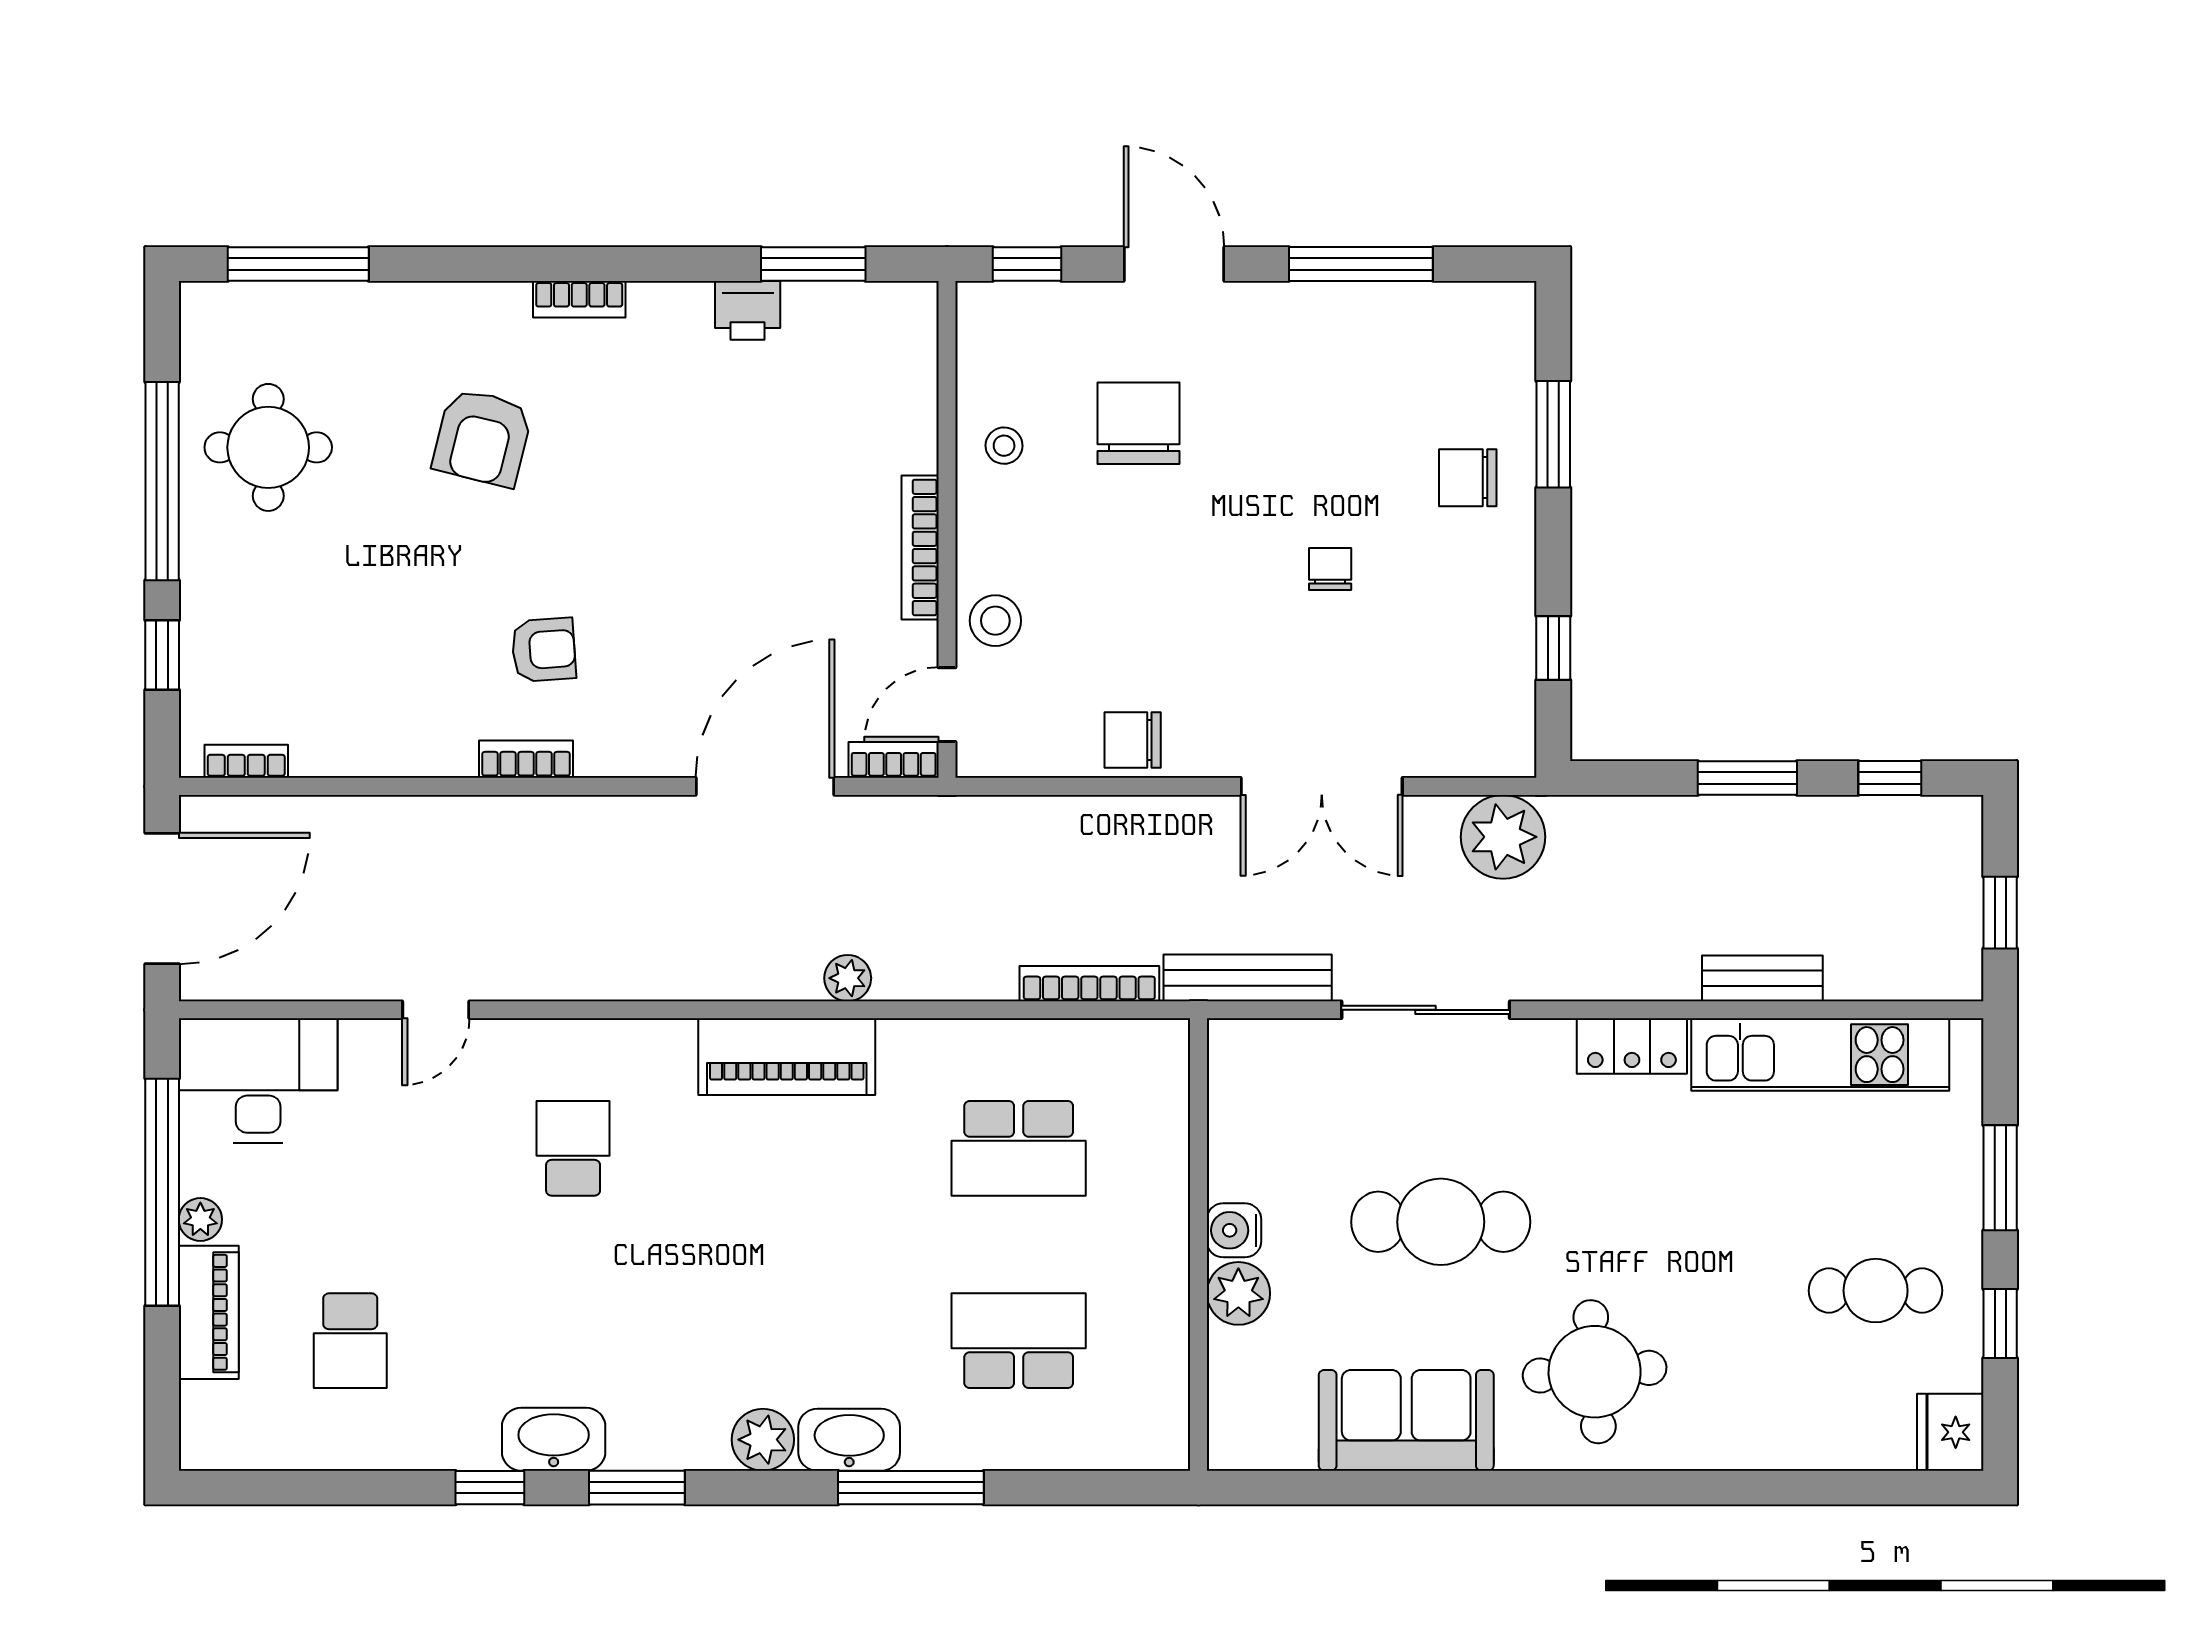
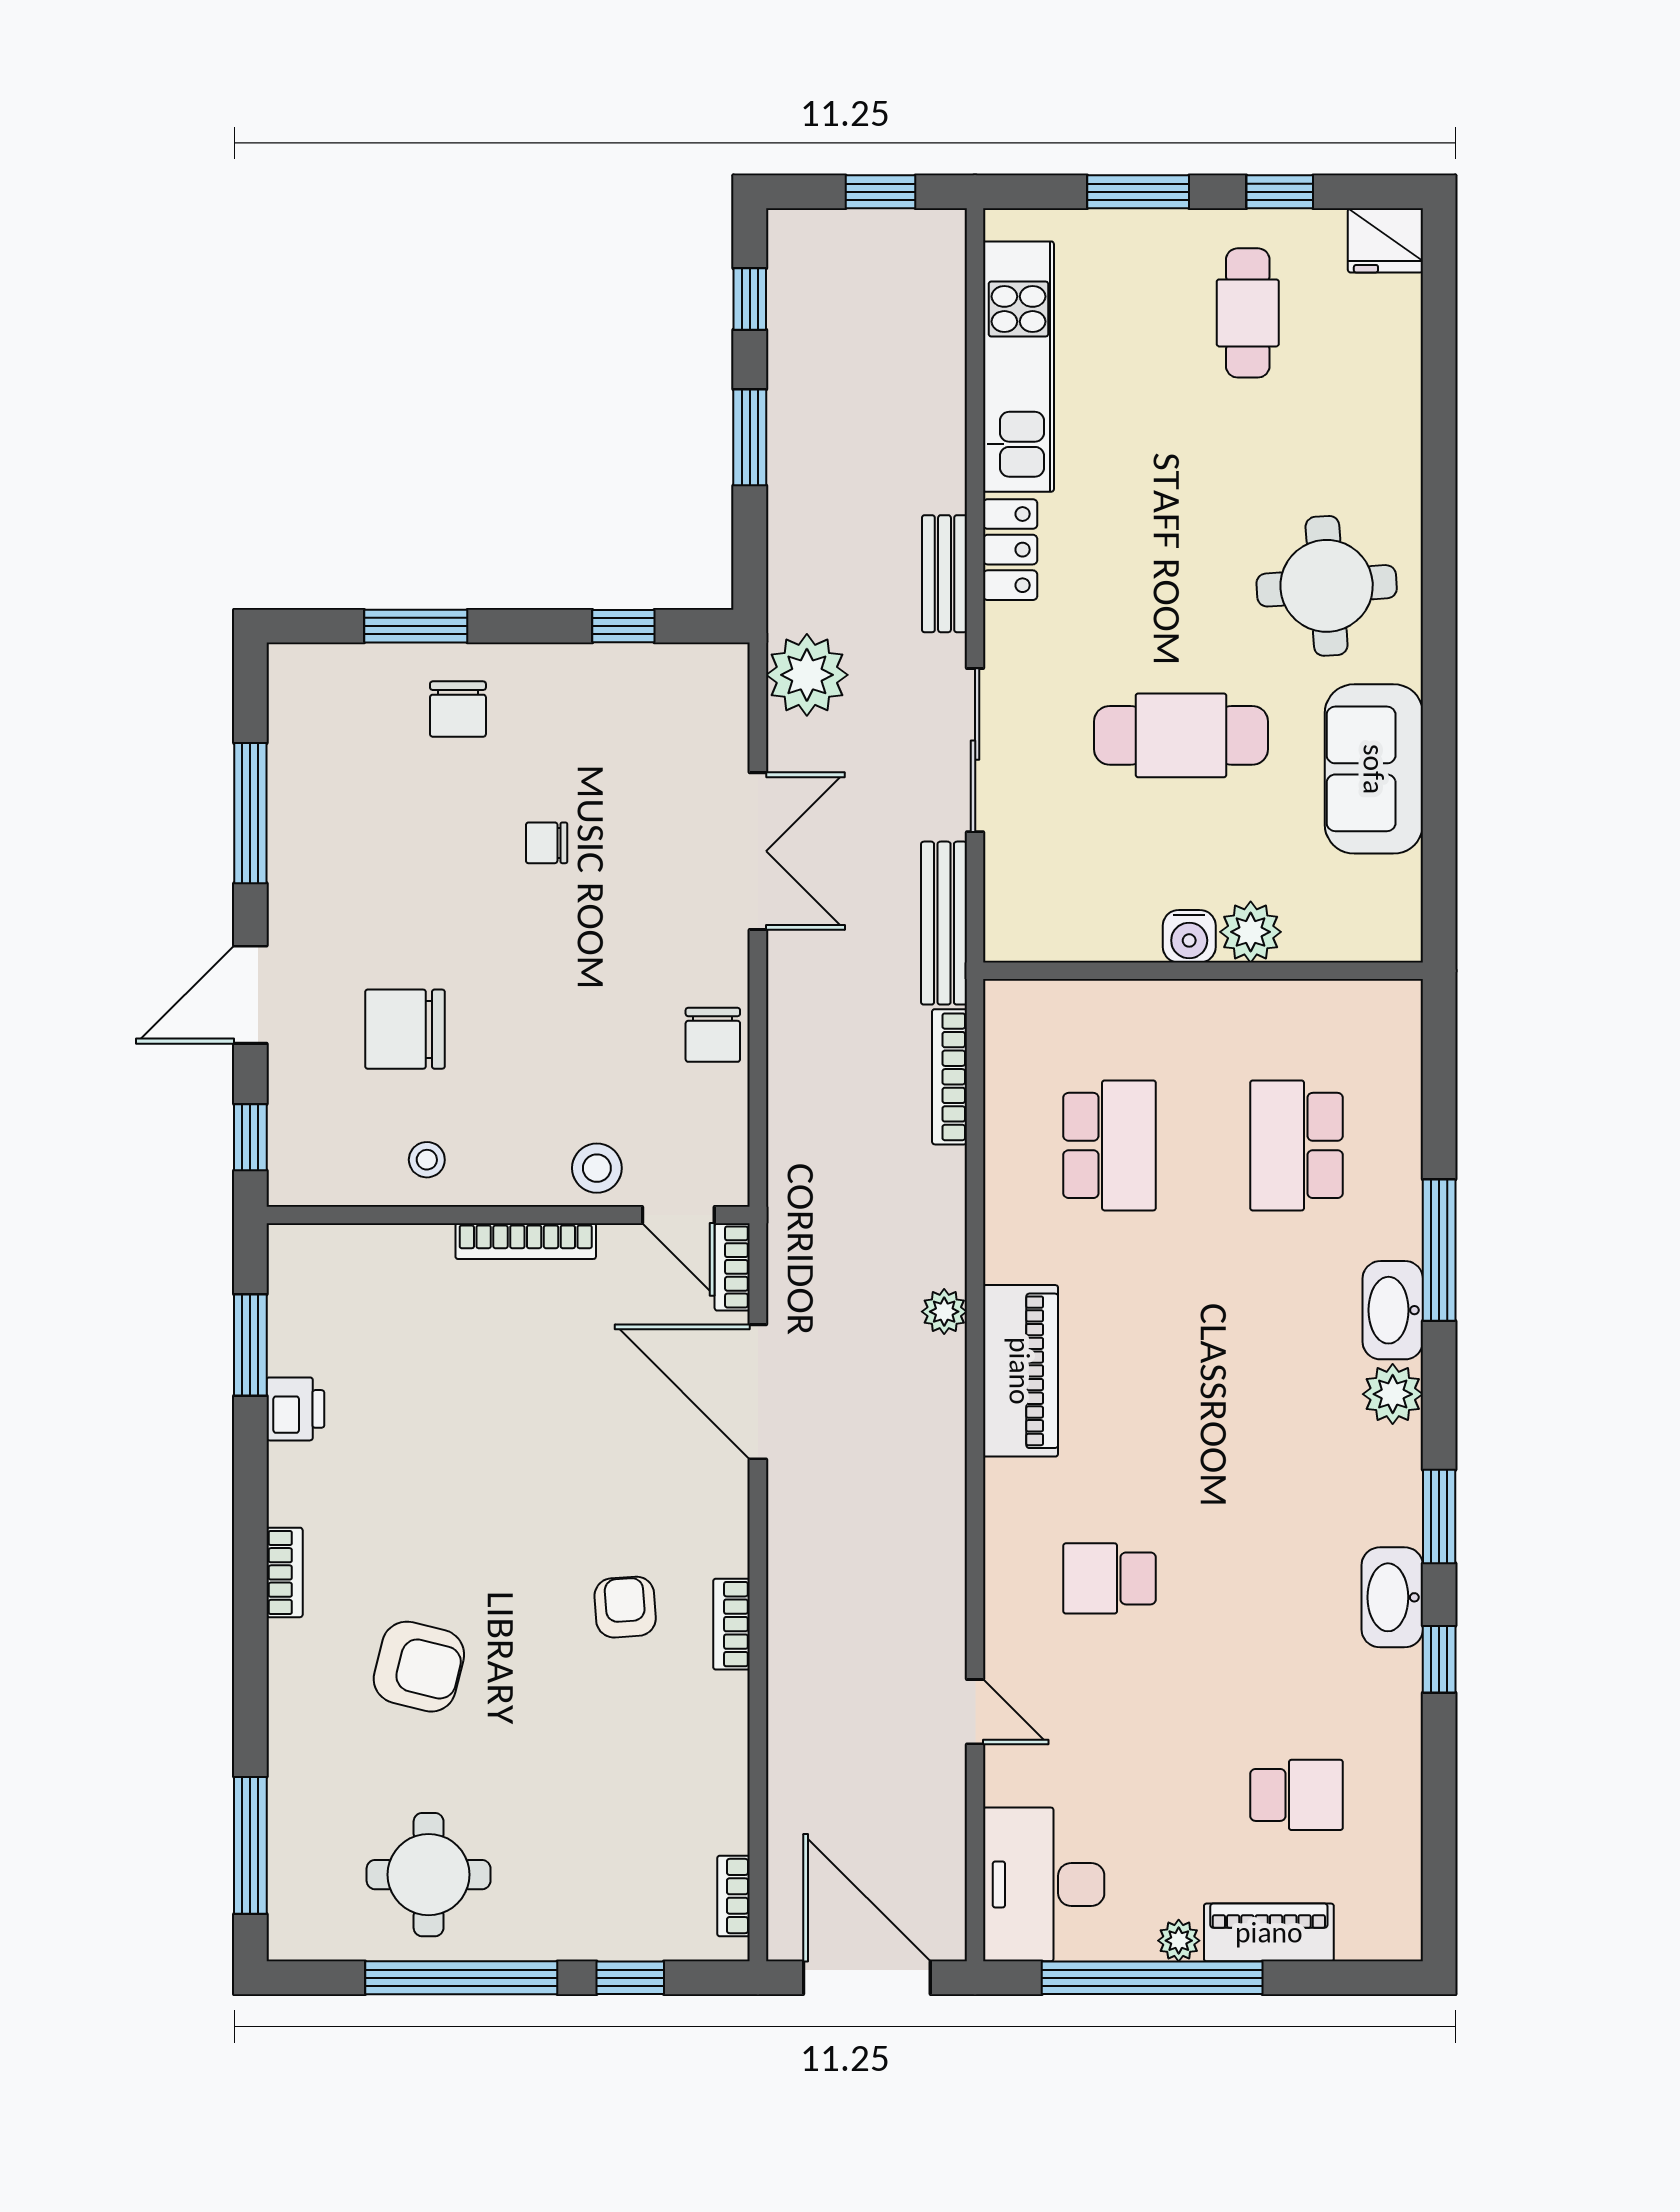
bench: (1762, 978) -> (944, 574), moved
cafe table: (1441, 1222) -> (1181, 735), turned 90

